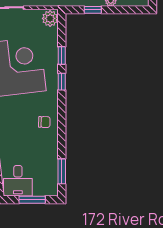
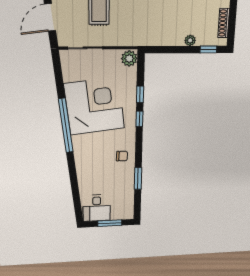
window: (93, 10) -> (208, 49), moved
window: (62, 171) -> (138, 178), moved

